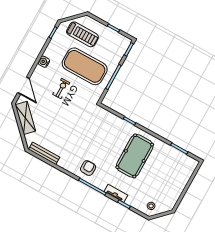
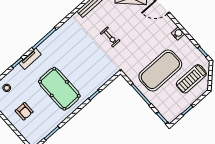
exercise bike: (61, 89) -> (110, 37), moved
armchair: (88, 168) -> (24, 111), moved

